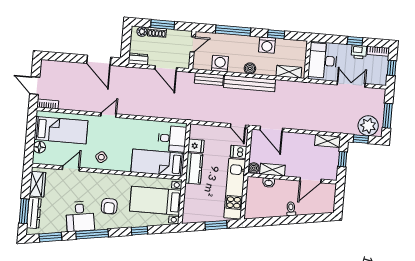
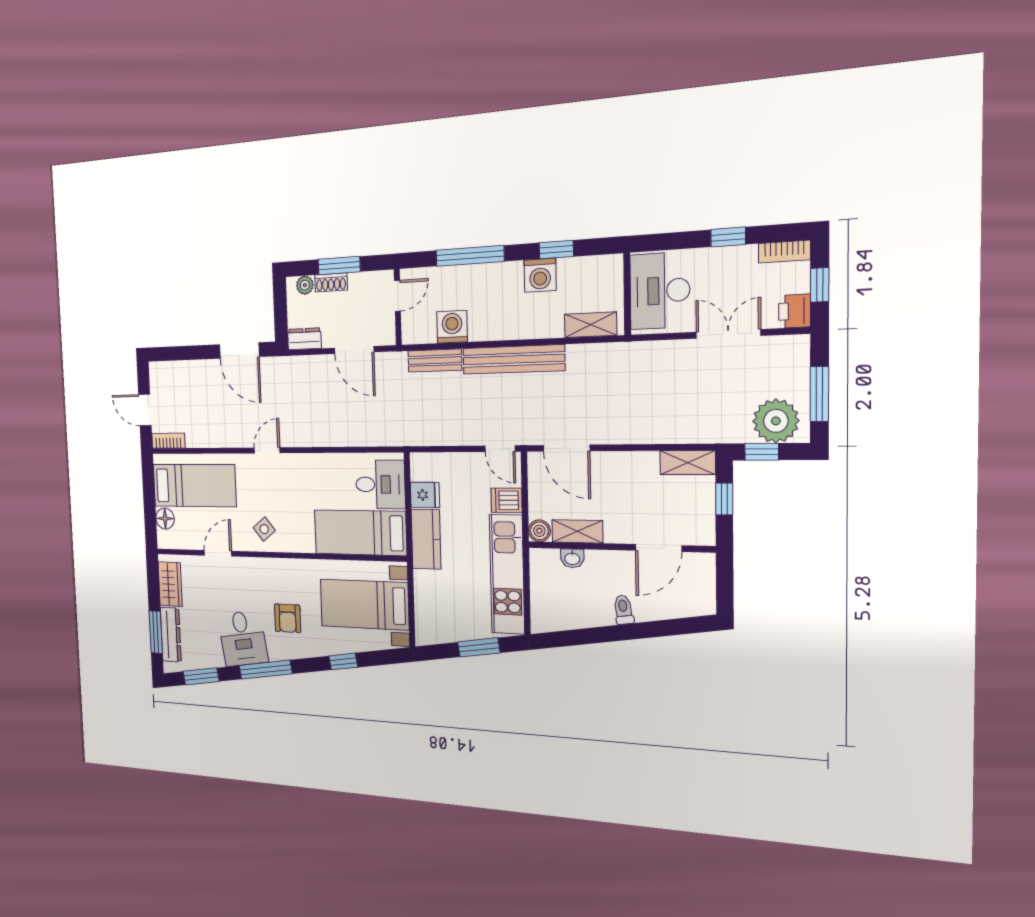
printer: (359, 52) -> (795, 311), moved, turned 90
boiler: (250, 68) -> (511, 328), removed

